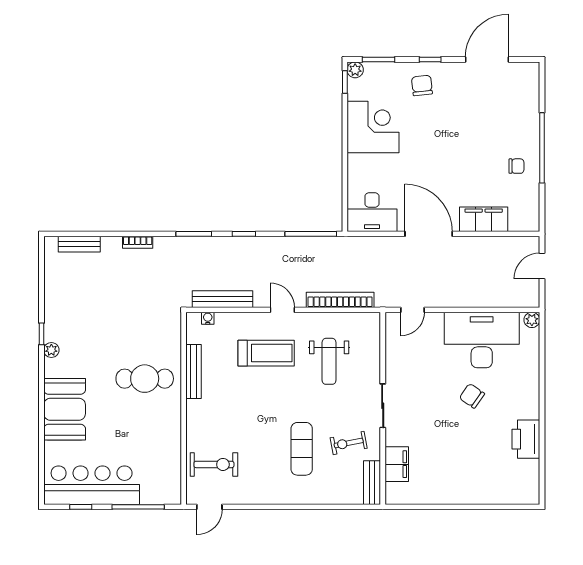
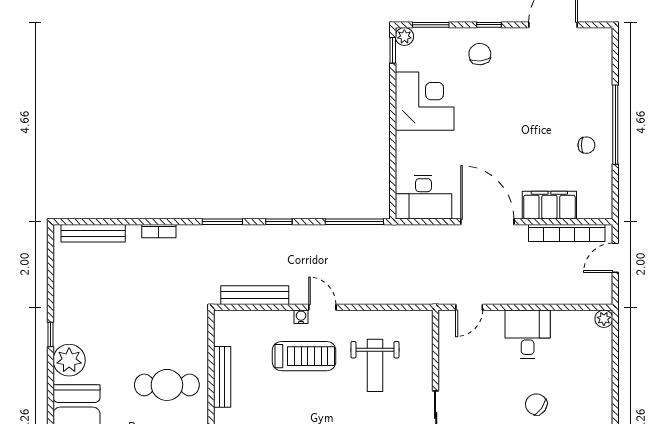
bench: (79, 244) -> (93, 233), width x1.36
bookcase: (340, 300) -> (567, 233), moved, turned 180
water cooler: (208, 318) -> (301, 317), moved
desk: (482, 340) -> (528, 334), width x0.53, depth x0.77
plant: (51, 350) -> (69, 360), width x1.87, depth x1.87

